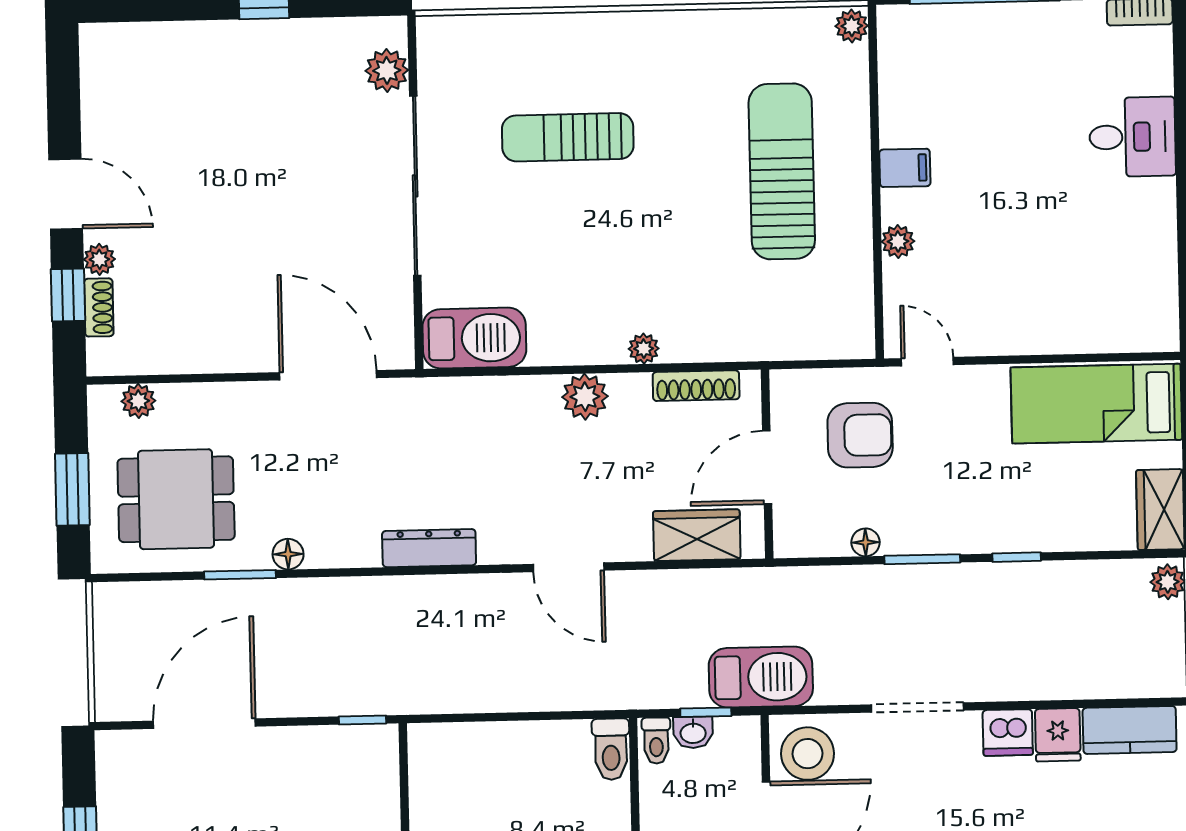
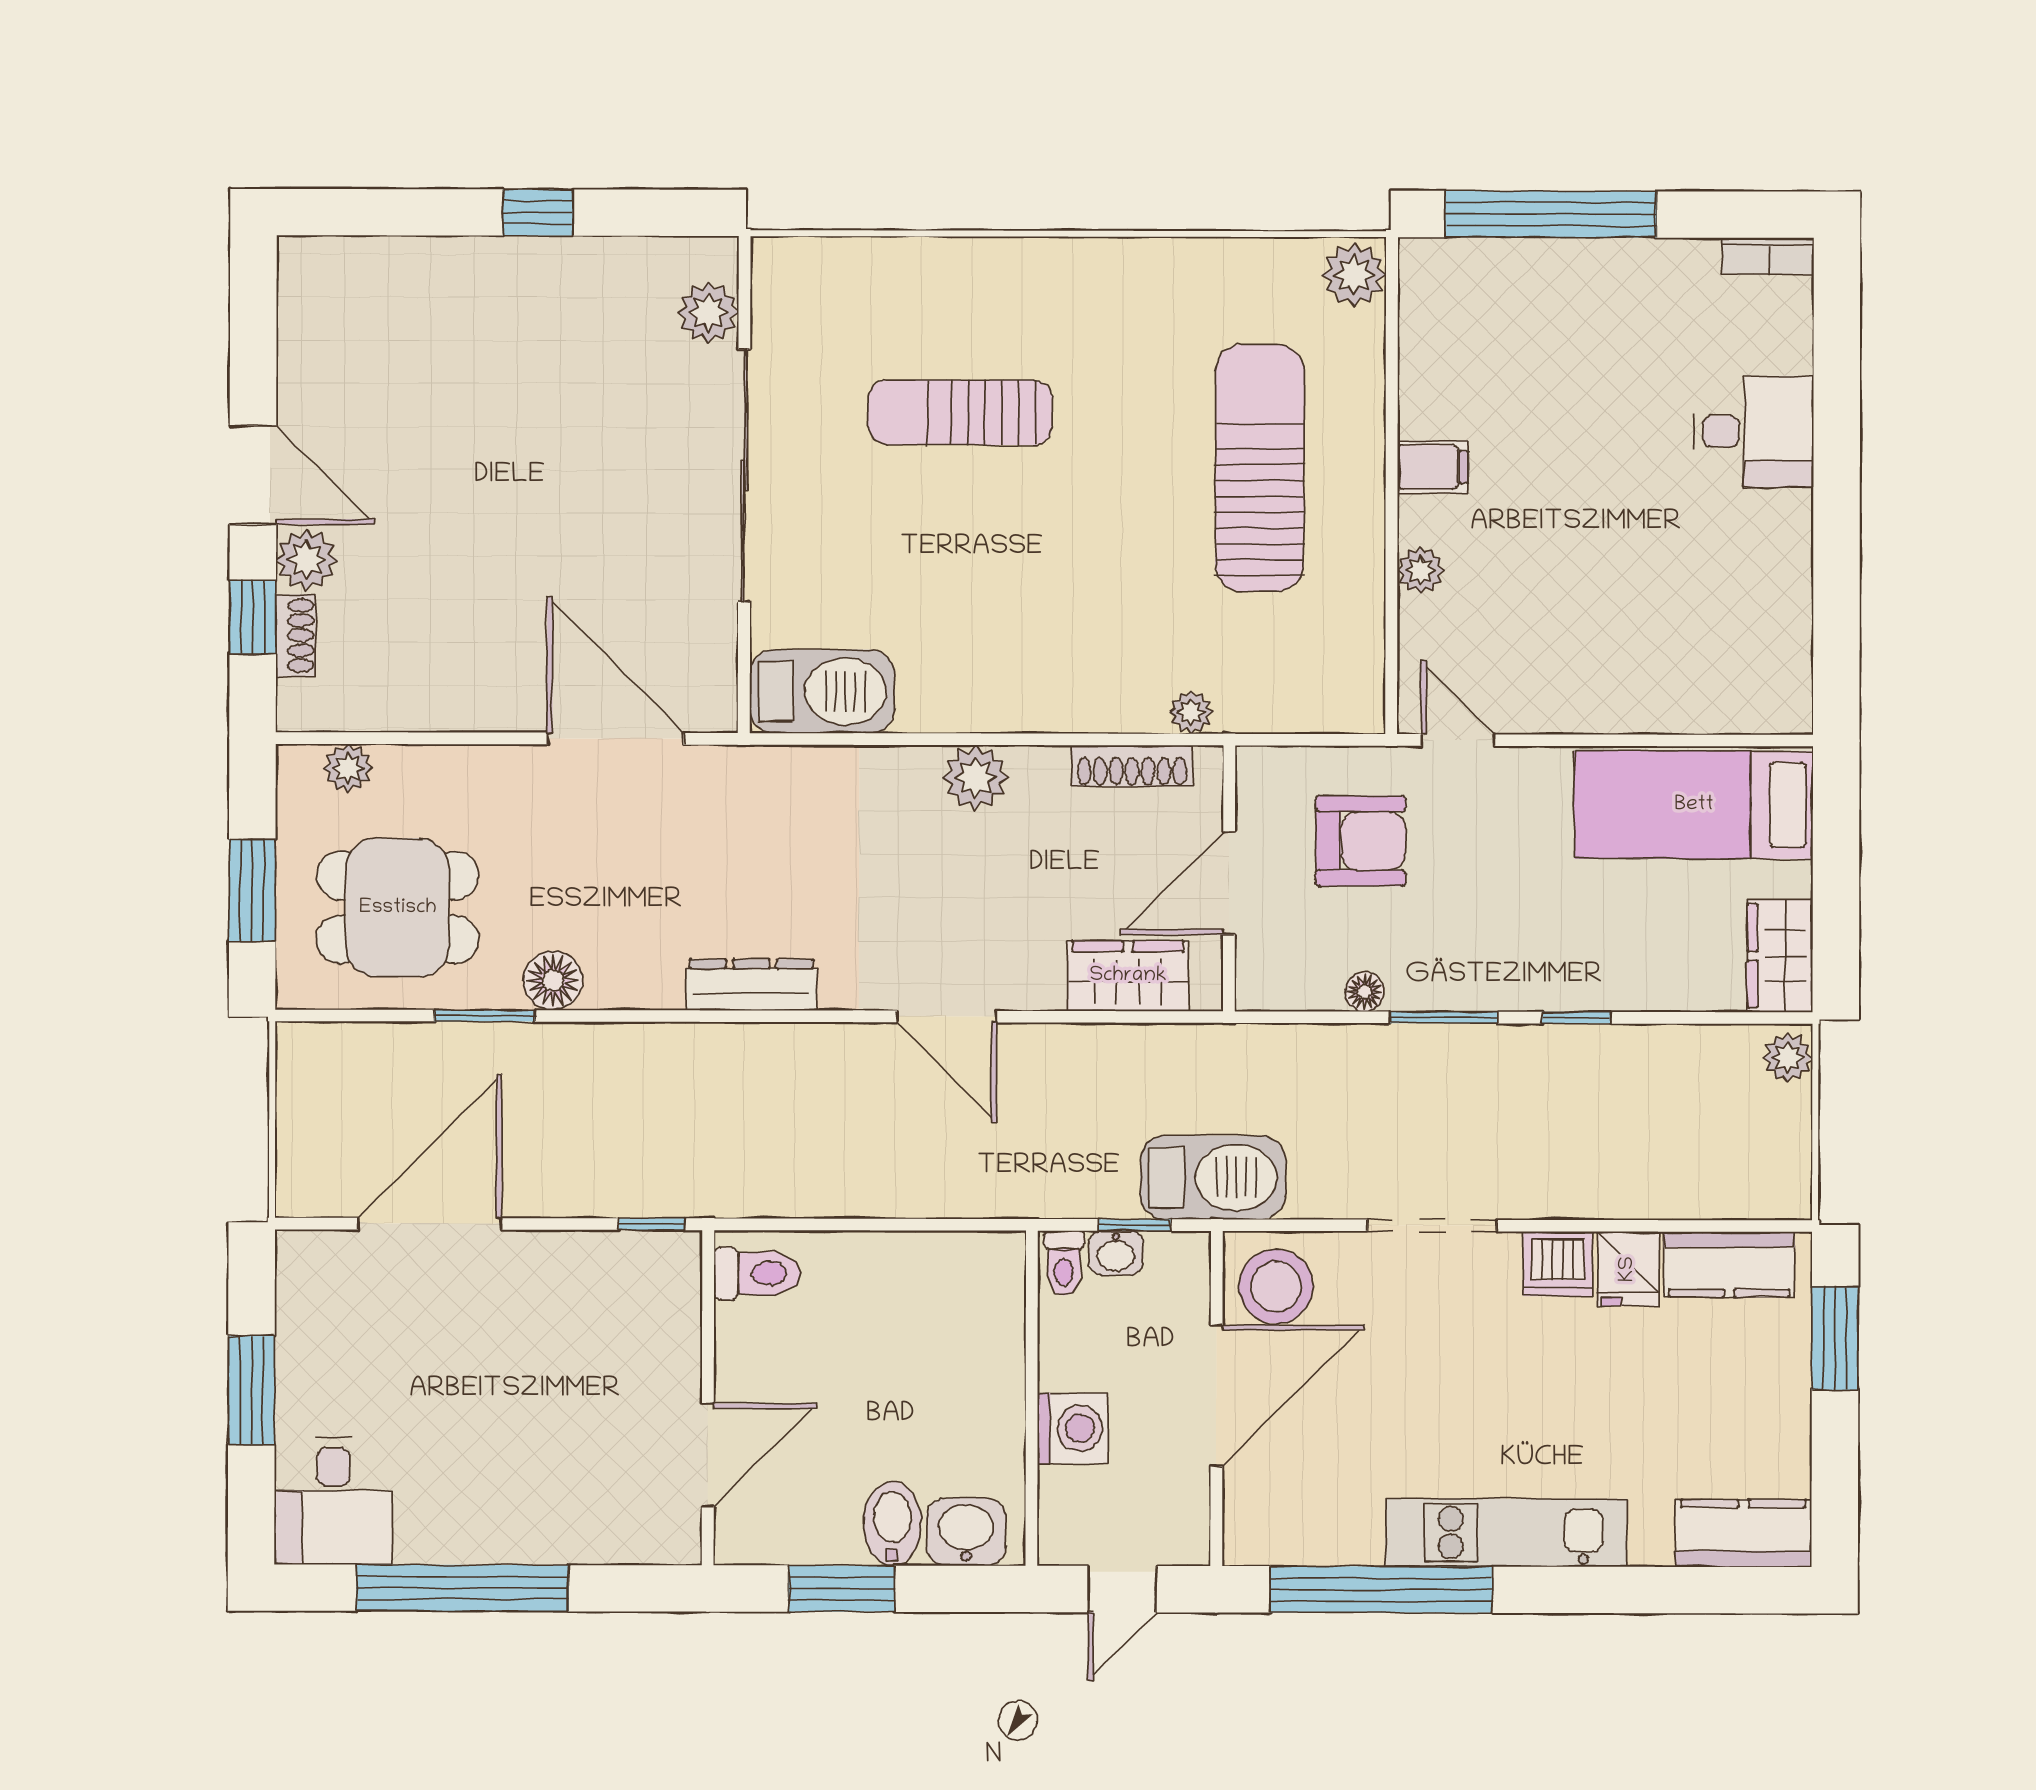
plant: (852, 26) -> (1354, 275), width x1.38, depth x1.38
plant: (99, 259) -> (306, 560), width x1.38, depth x1.38
plant: (644, 349) -> (1191, 712), moved
floor lamp: (288, 554) -> (553, 981), width x1.37, depth x1.37
toilet: (611, 749) -> (757, 1274), moved, turned -90

